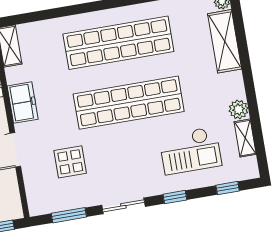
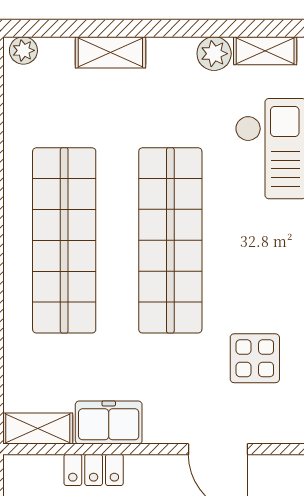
shelving: (225, 41) -> (110, 52), width x0.67, depth x0.75
freezer: (23, 103) -> (109, 423), moved

